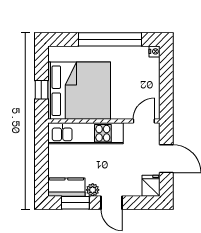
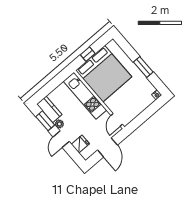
window: (110, 39) -> (143, 67), width x0.47
door: (144, 121) -> (117, 120), swing flipped
fridge: (151, 186) -> (80, 144), moved

